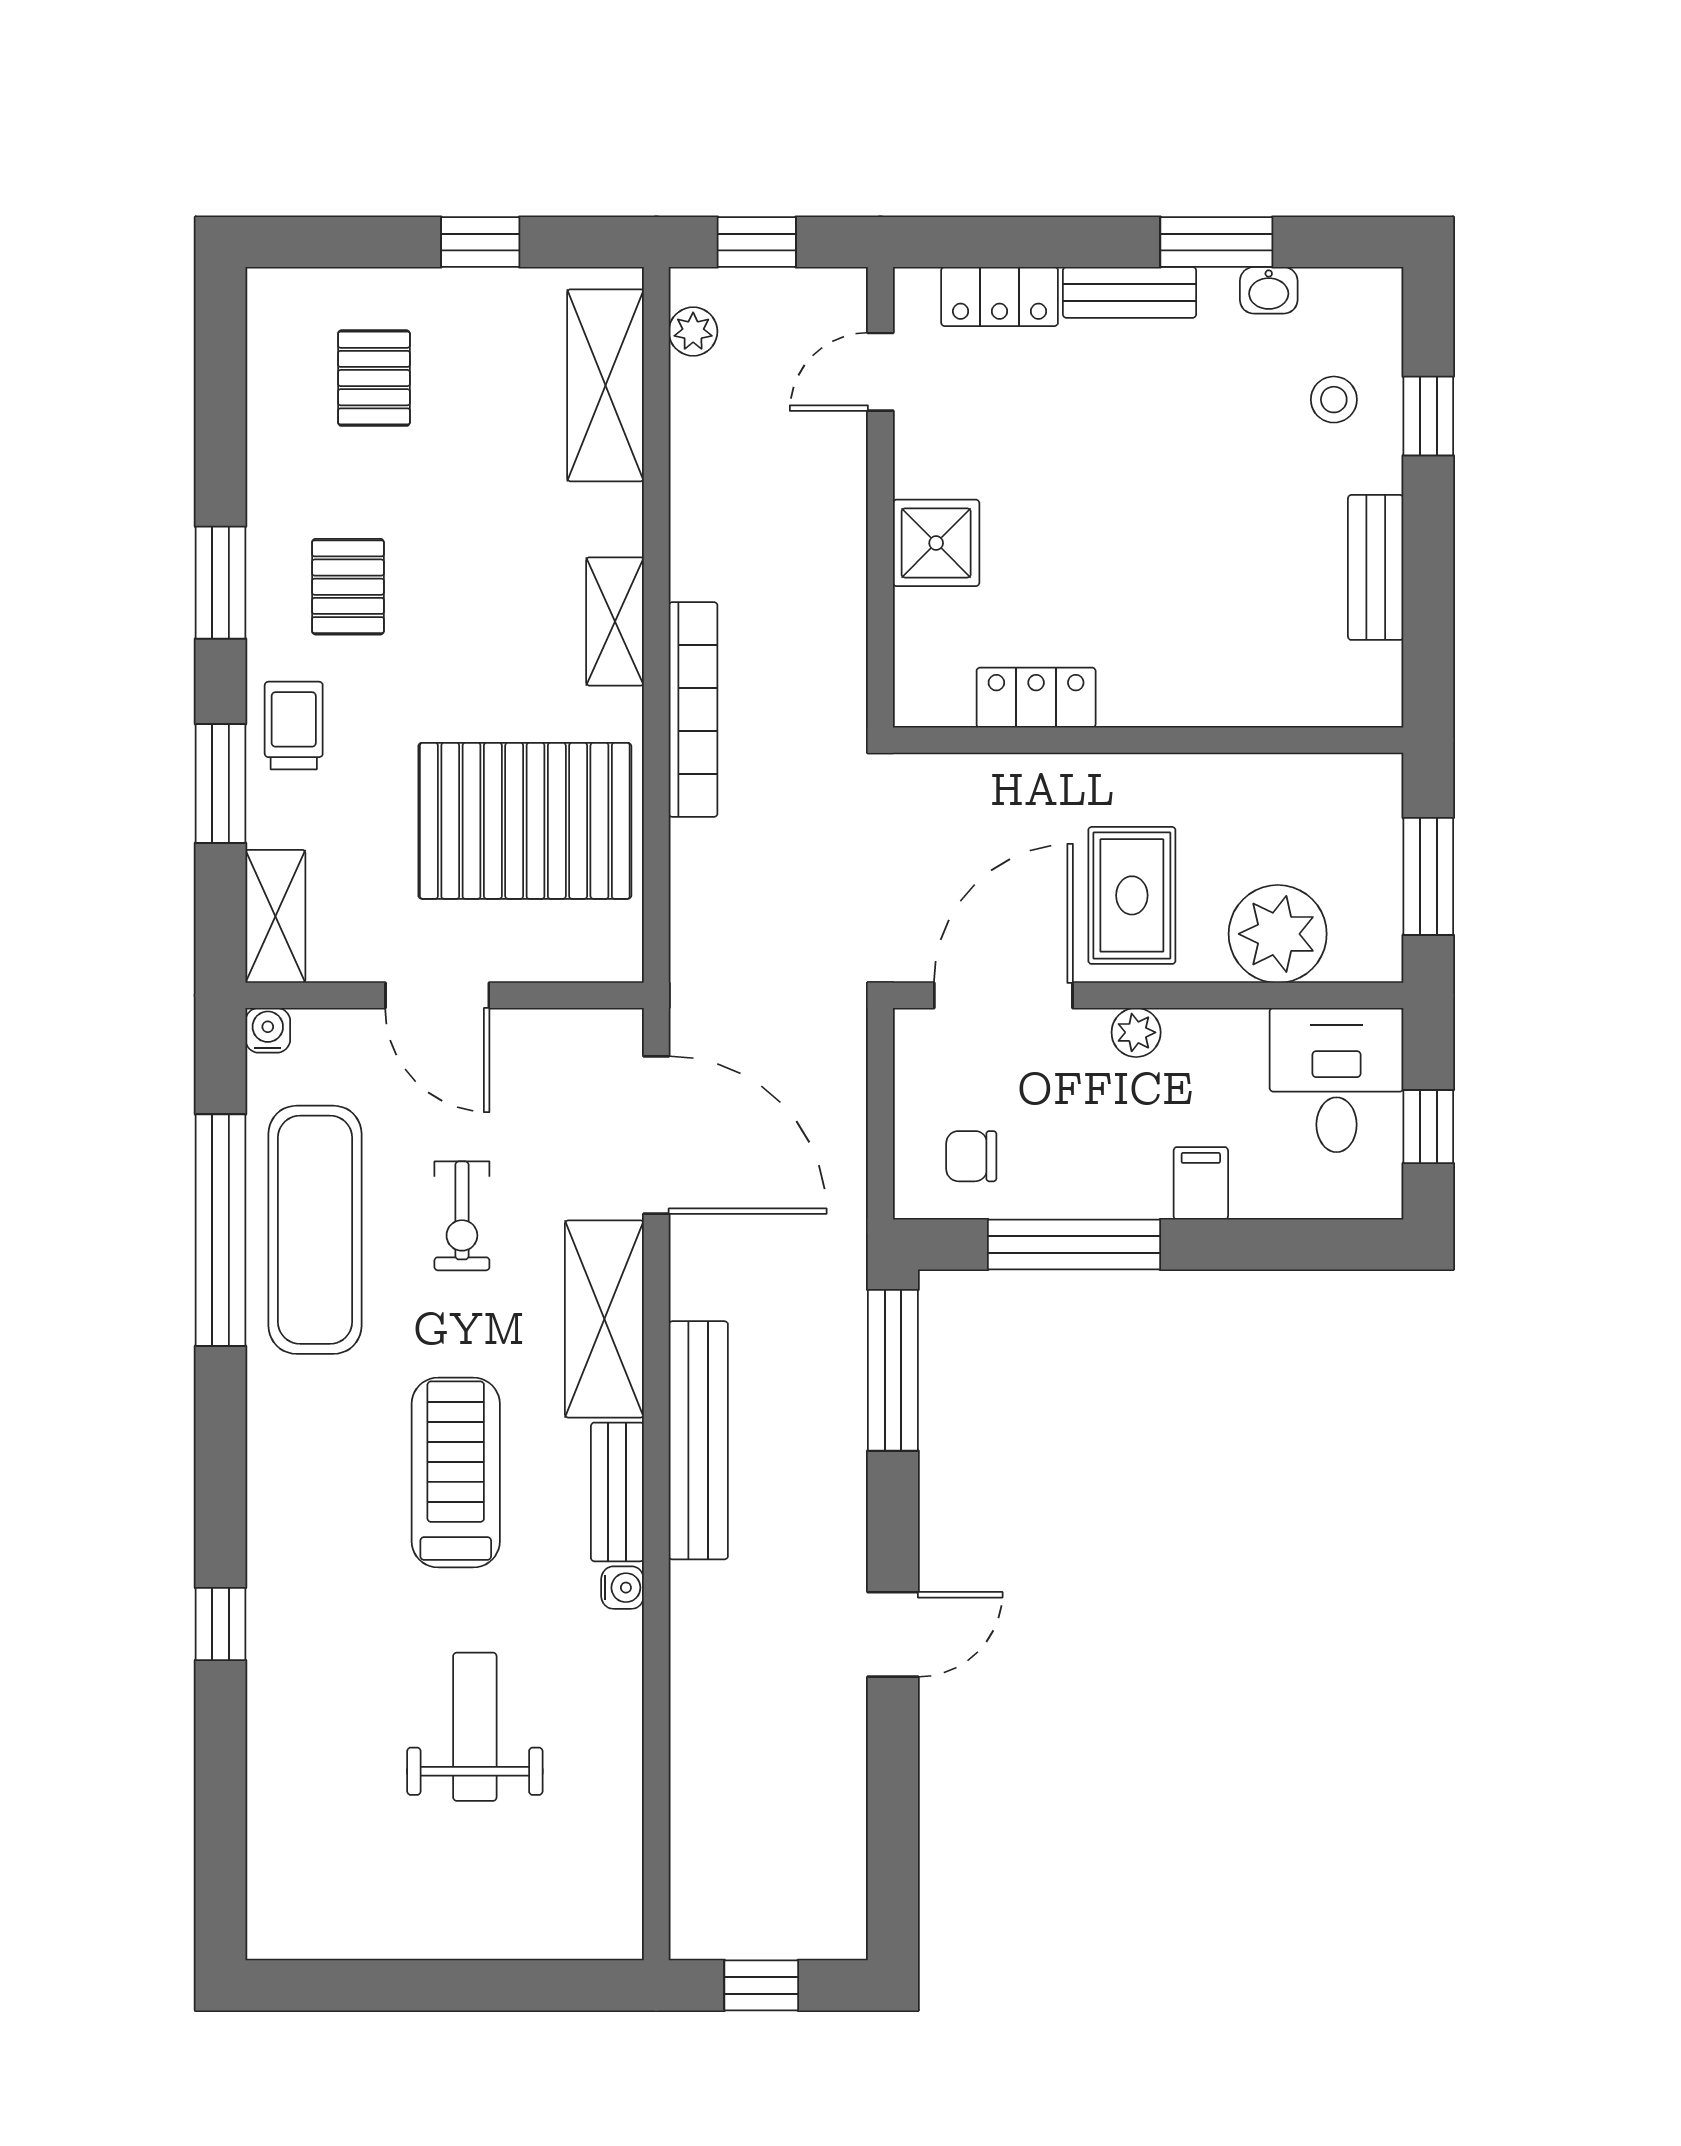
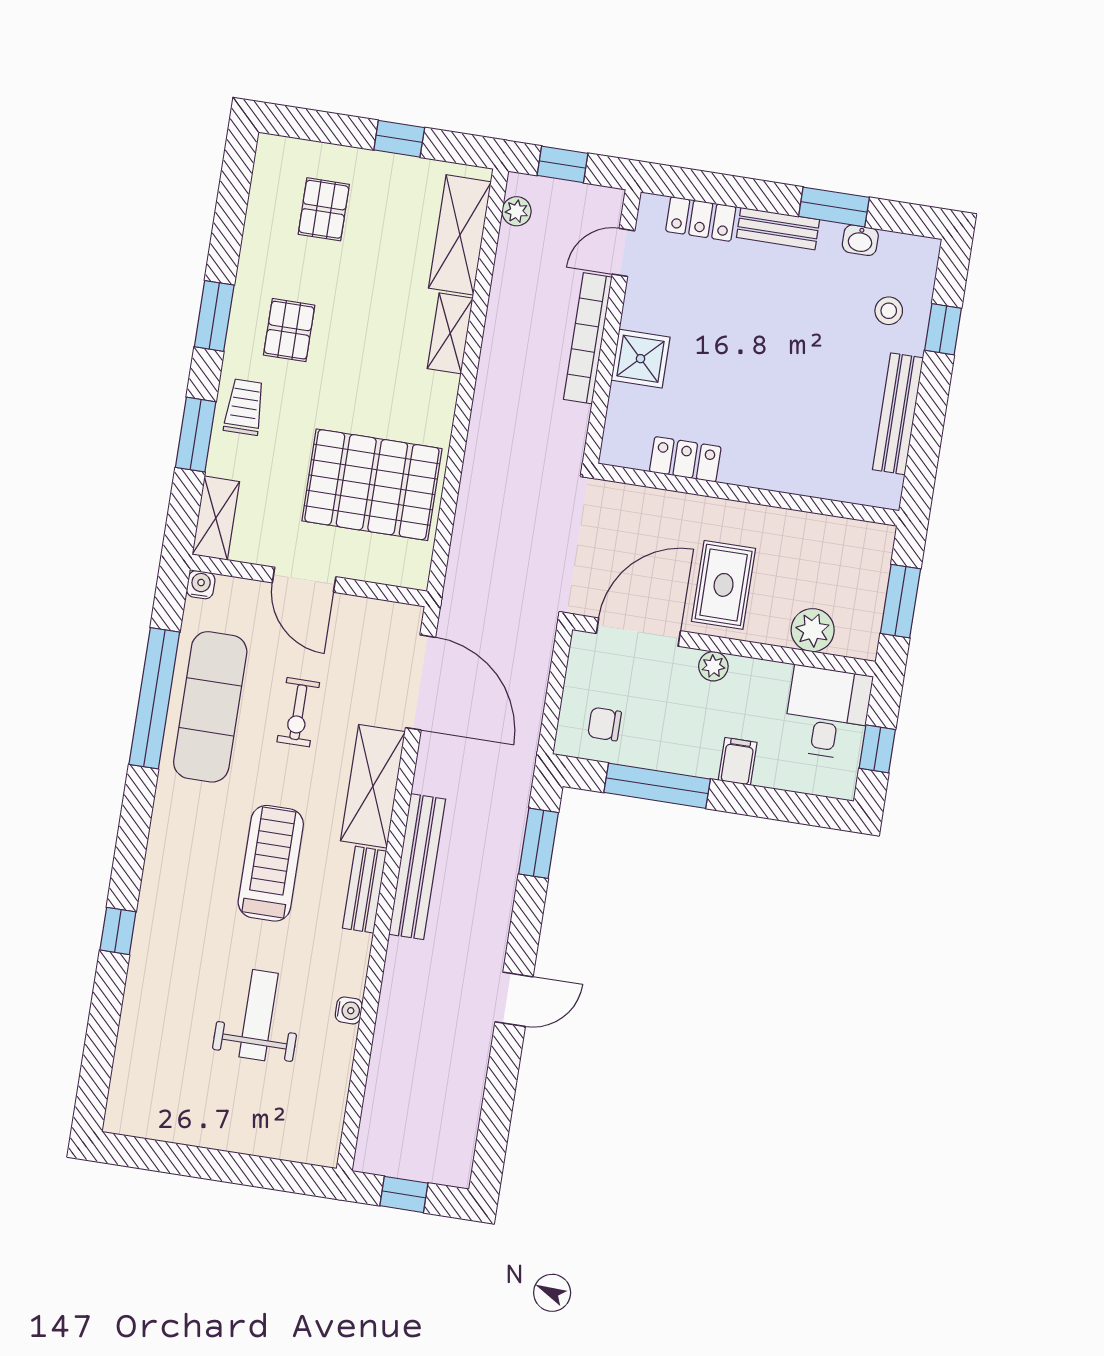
bench: (1376, 567) -> (898, 414), width x1.36
shelving: (615, 621) -> (450, 333), moved
bookcase: (693, 710) -> (588, 338), moved, turned 180
plant: (1278, 934) -> (813, 630), width x0.73, depth x0.73
window: (893, 1370) -> (538, 843), width x0.69
water cooler: (623, 1588) -> (349, 1010), moved

